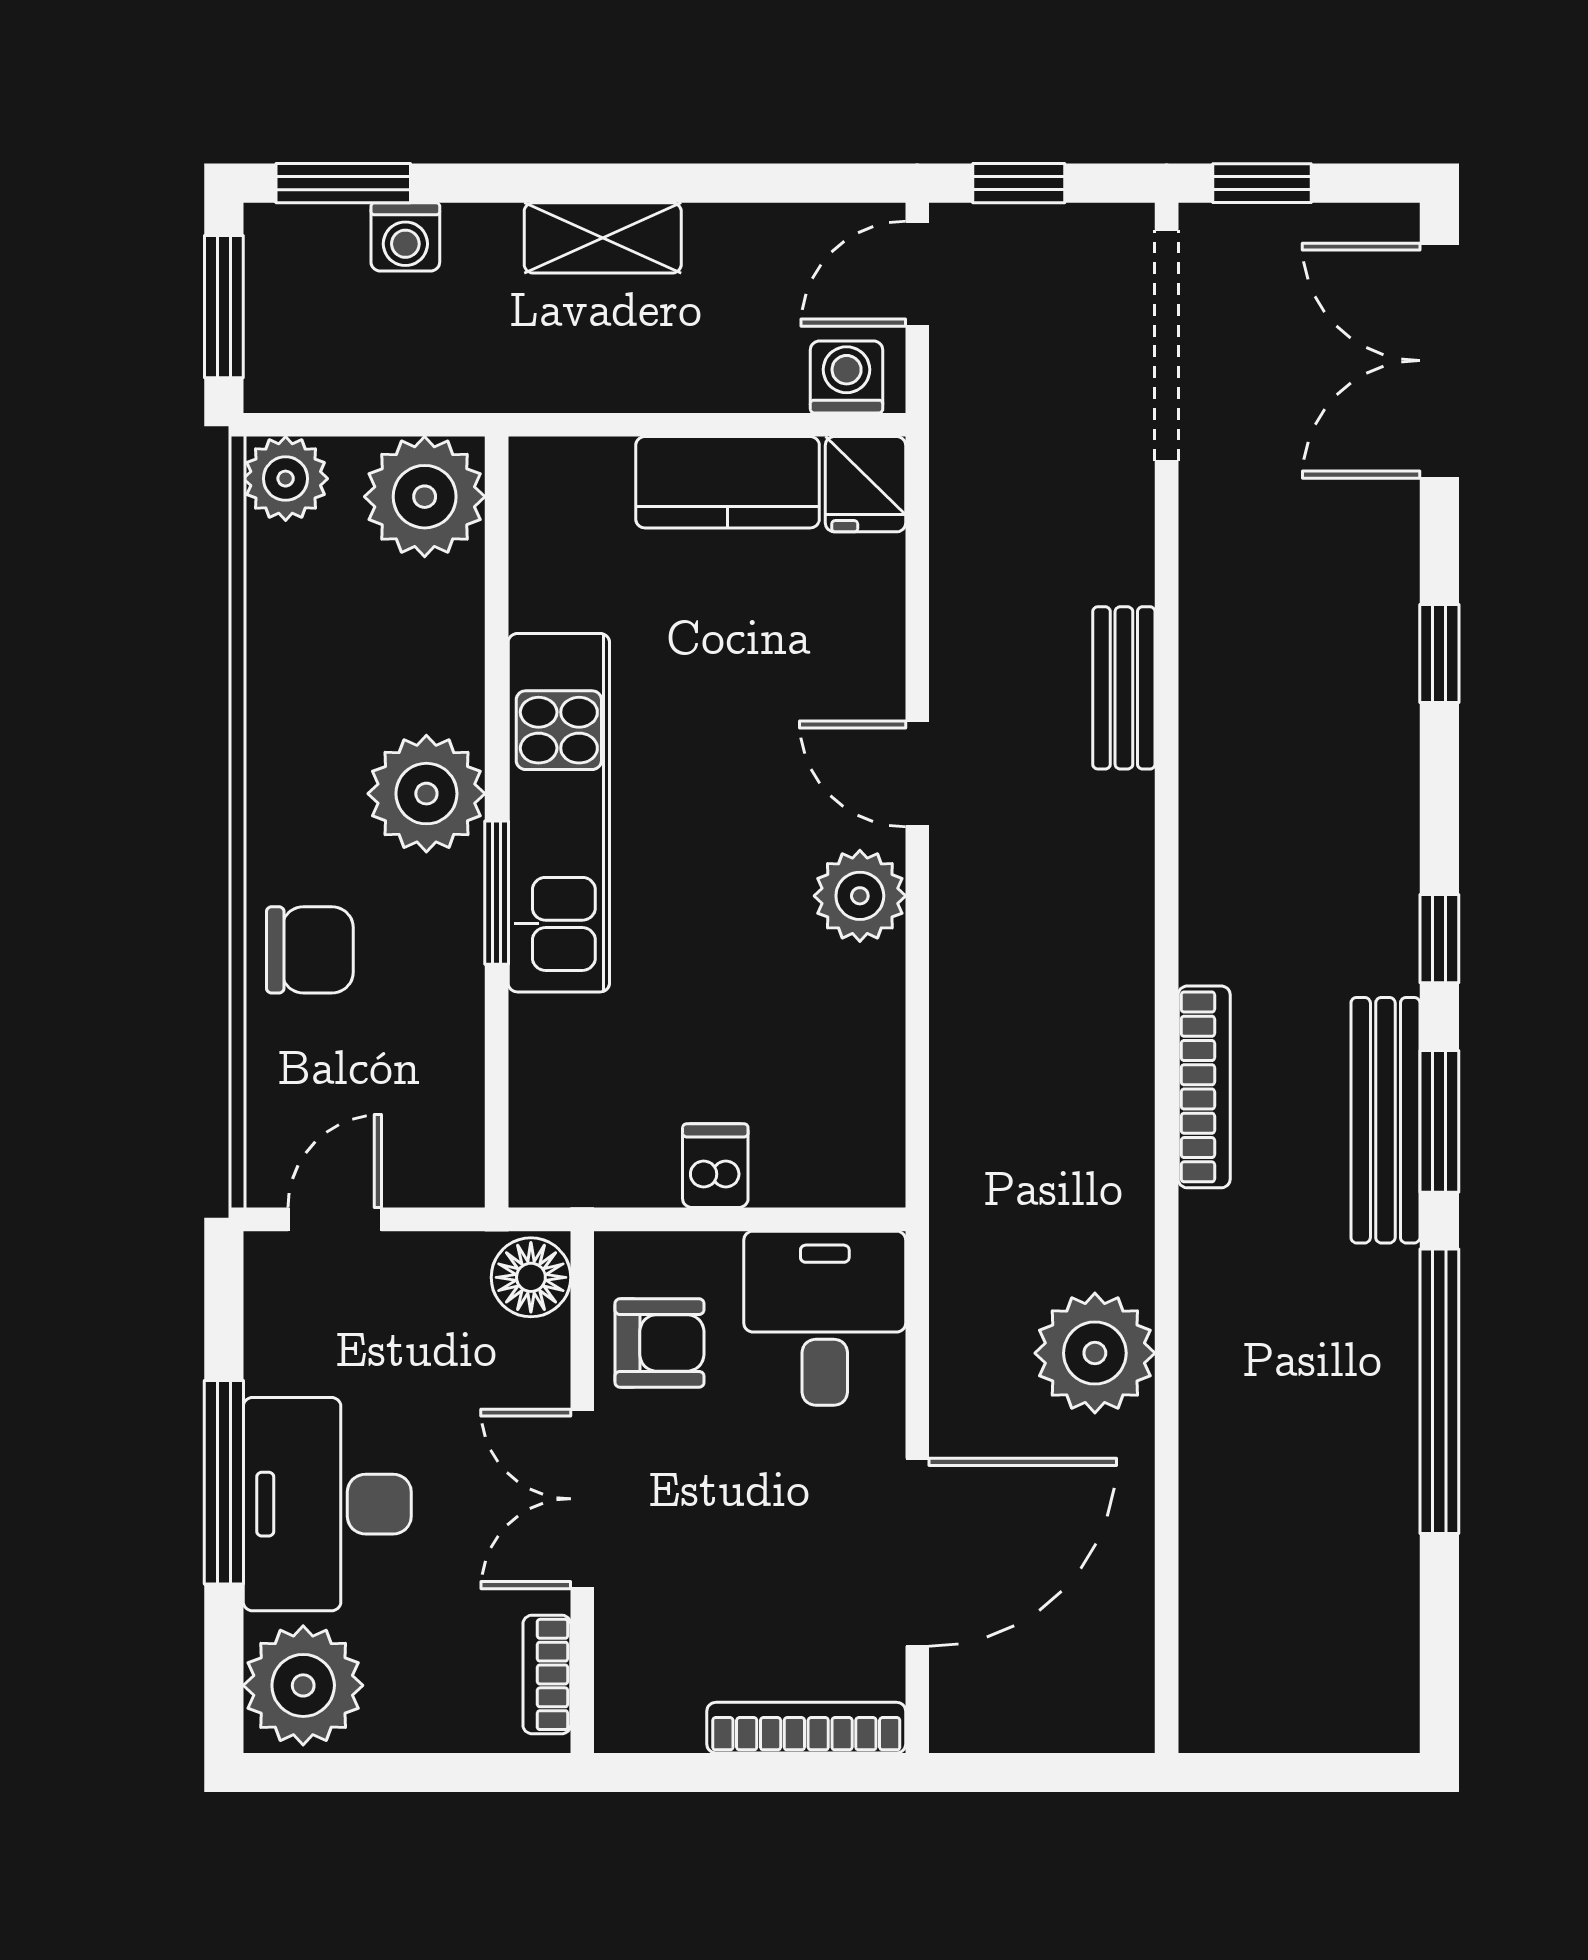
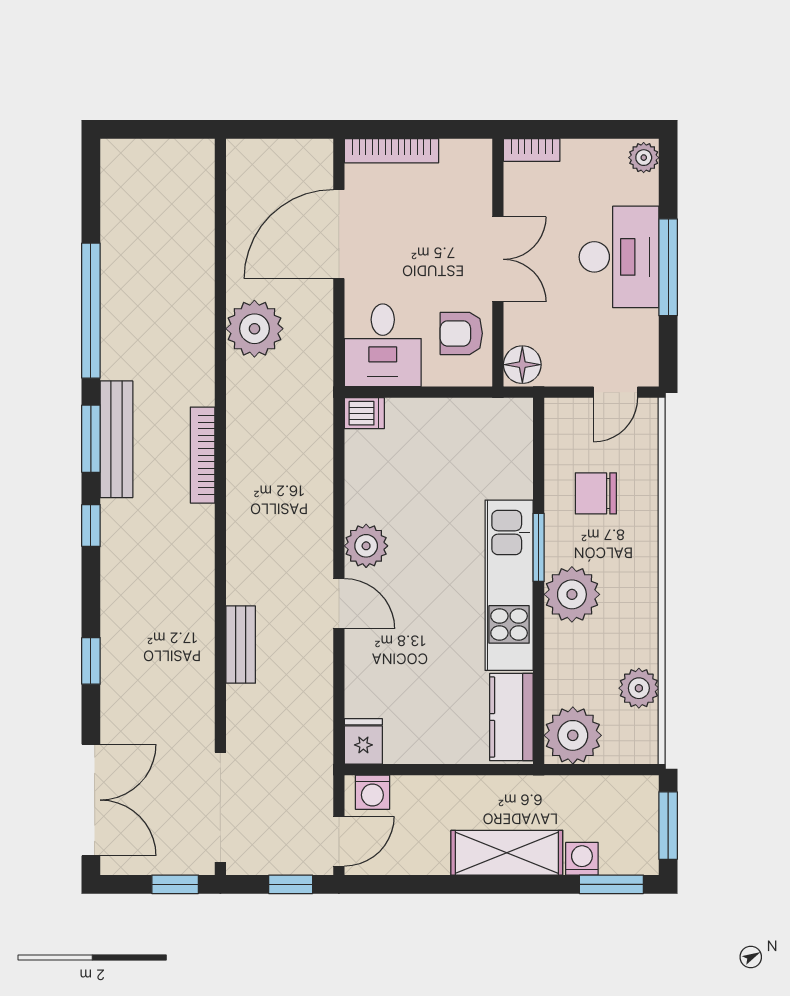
shelving: (603, 238) -> (507, 853), width x1.50, depth x1.33
plant: (286, 479) -> (639, 688), moved
kitchen counter: (728, 482) -> (511, 717), moved, turned -90
chair: (310, 950) -> (596, 493), moved
dishwasher: (715, 1166) -> (364, 413), moved, turned -90
bookcase: (547, 1674) -> (532, 150), moved, turned 90
plant: (303, 1685) -> (644, 158), width x0.53, depth x0.53

